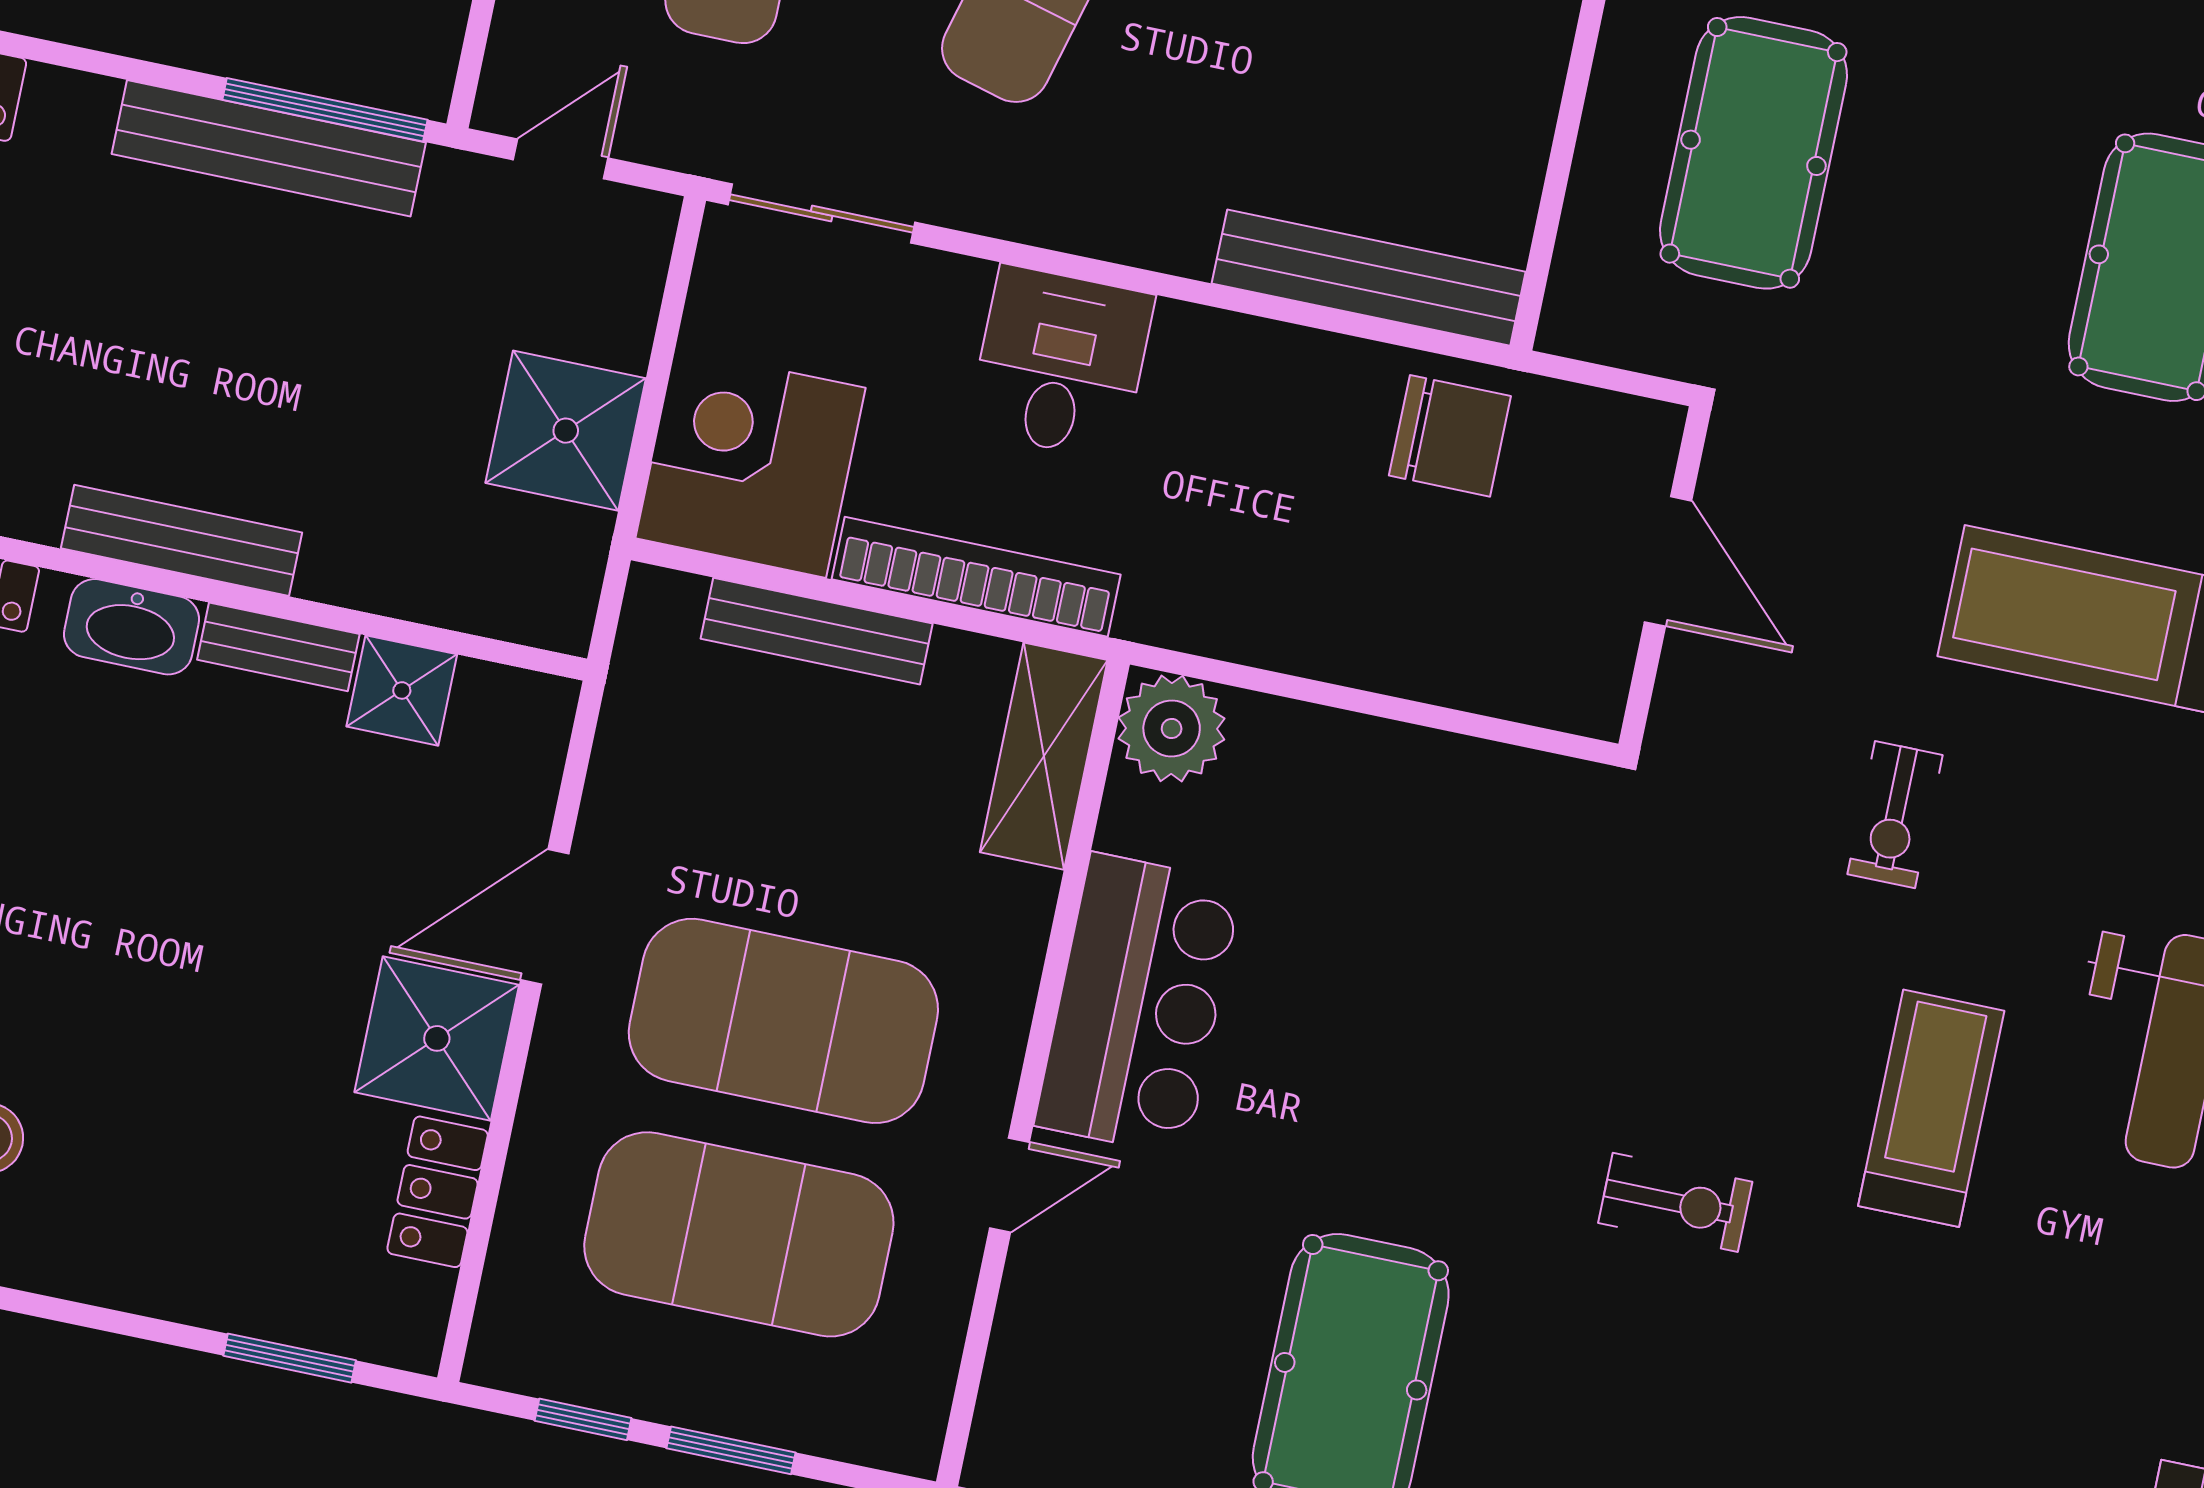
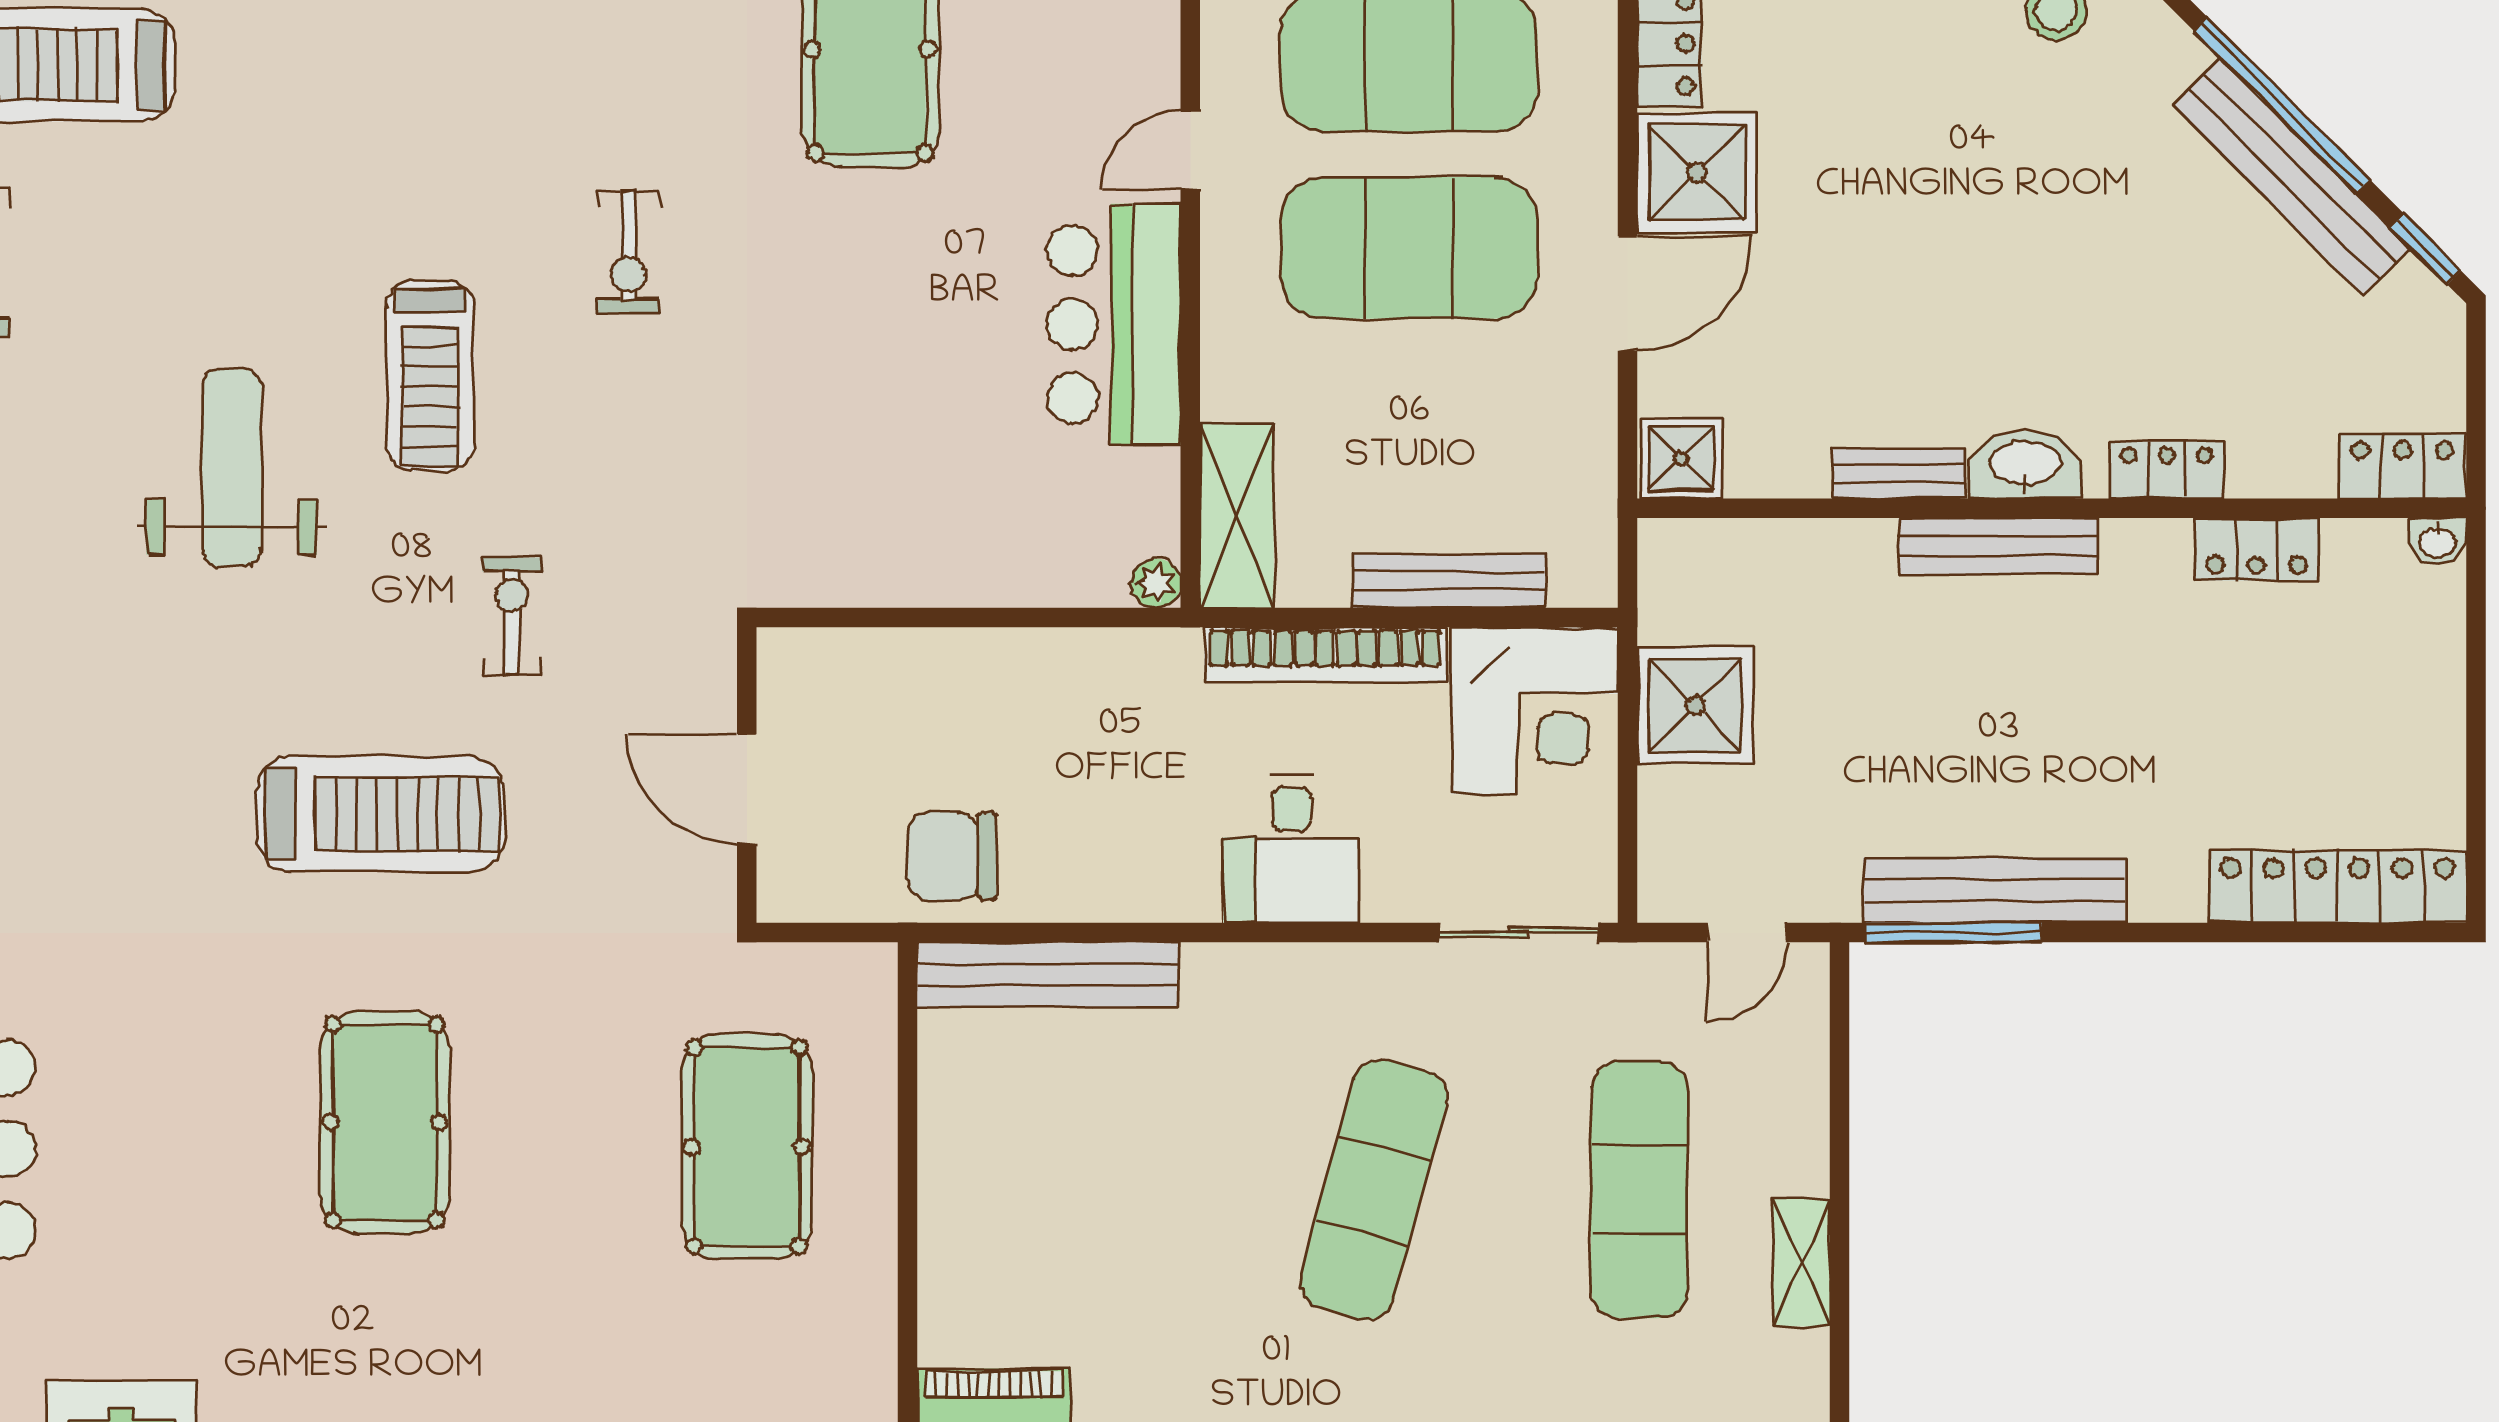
shower: (402, 690) -> (1681, 459), moved
plant: (1172, 728) -> (1156, 583), width x0.53, depth x0.53
exercise bike: (1675, 1202) -> (628, 252), turned -90

